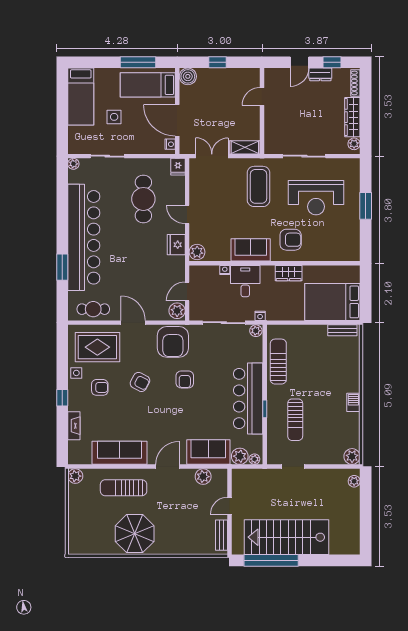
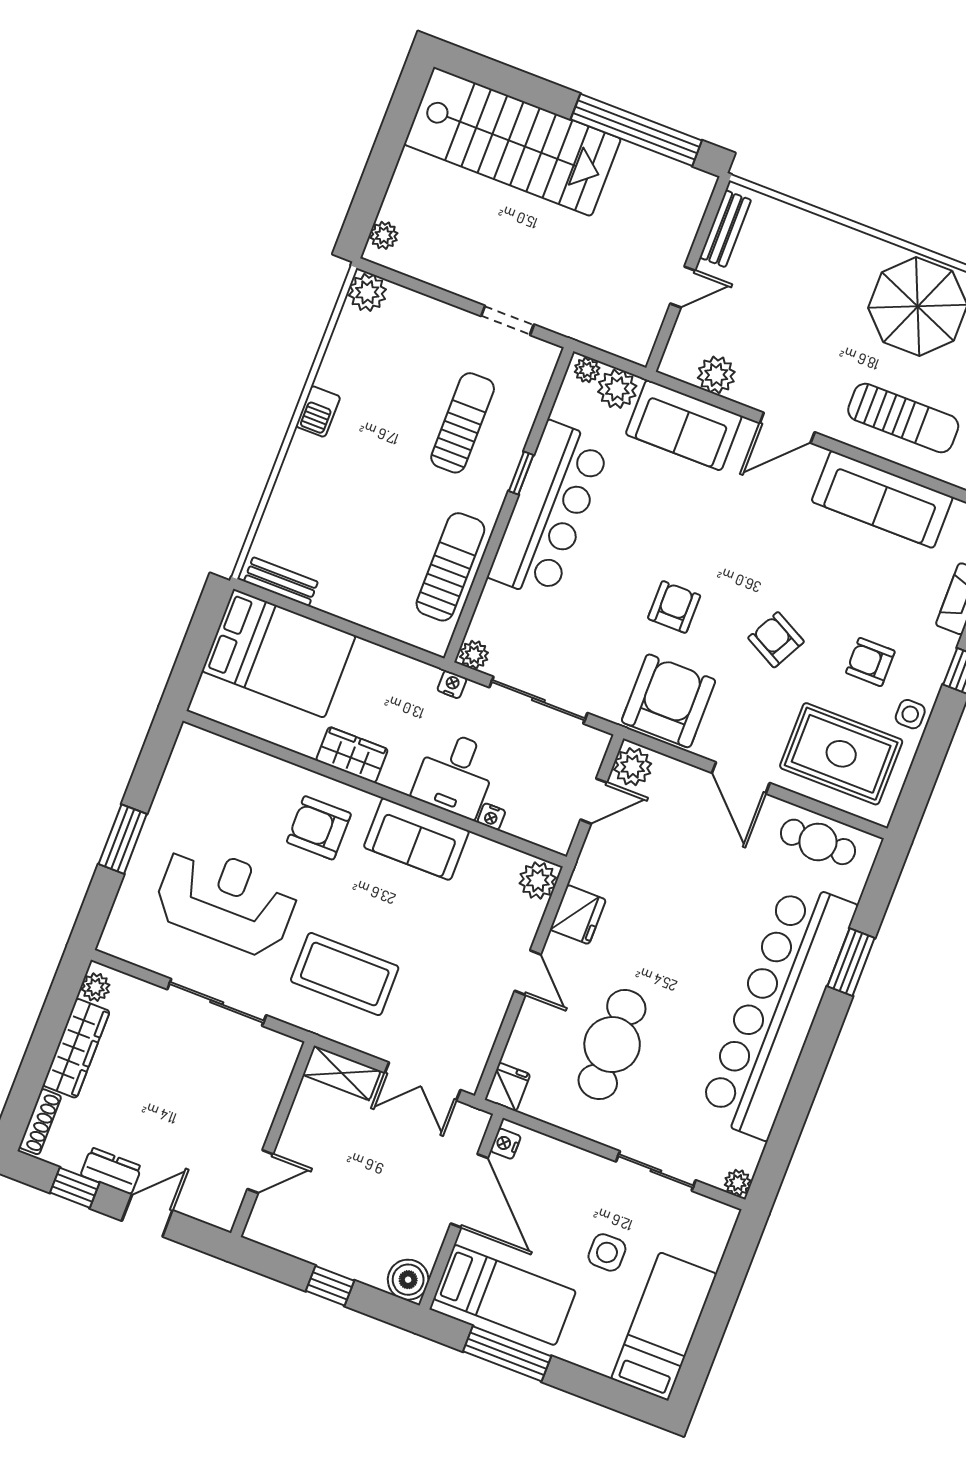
coffee table: (259, 186) -> (345, 974), turned 90
sun lounger: (278, 362) -> (450, 567), turned 180
stairs: (287, 537) -> (512, 142), moved

